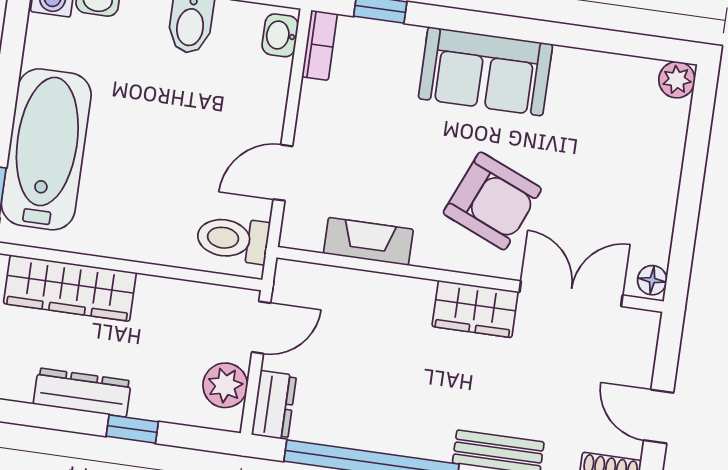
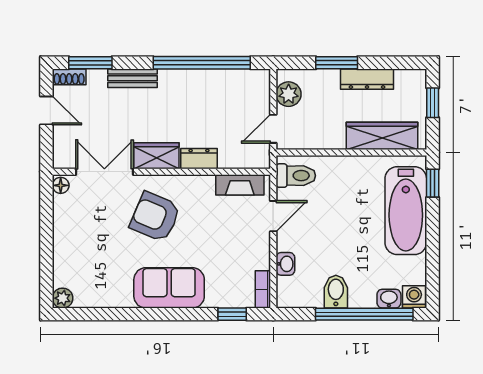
washbasin: (280, 35) -> (285, 264), moved
fireplace: (368, 241) -> (240, 185), moved
double door: (571, 294) -> (104, 172), swing flipped
dresser: (274, 405) -> (199, 159), moved, turned 90
window: (132, 429) -> (337, 63), width x1.50

